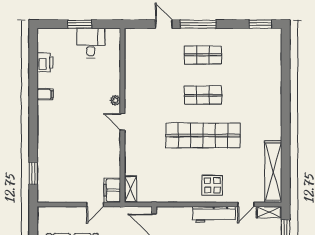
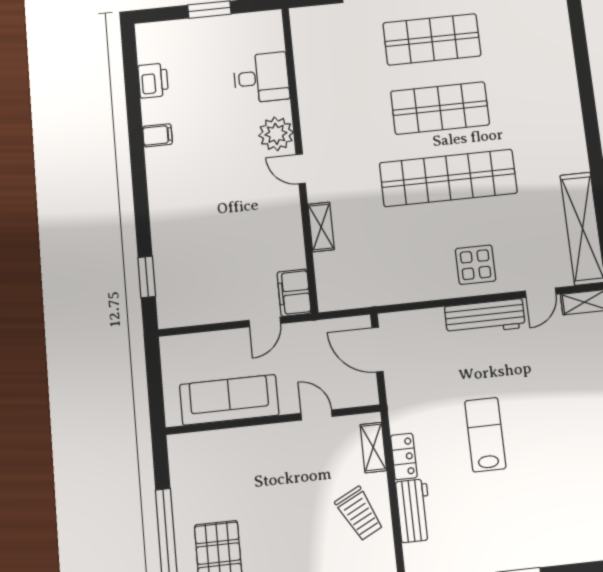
desk: (91, 43) -> (261, 78), moved, turned 90
shop shelf: (203, 55) -> (432, 39), width x1.43, depth x1.36
shop shelf: (203, 95) -> (440, 108), width x1.43, depth x1.36
plant: (115, 100) -> (276, 134), width x1.87, depth x1.87
shelving: (130, 189) -> (321, 227), moved

